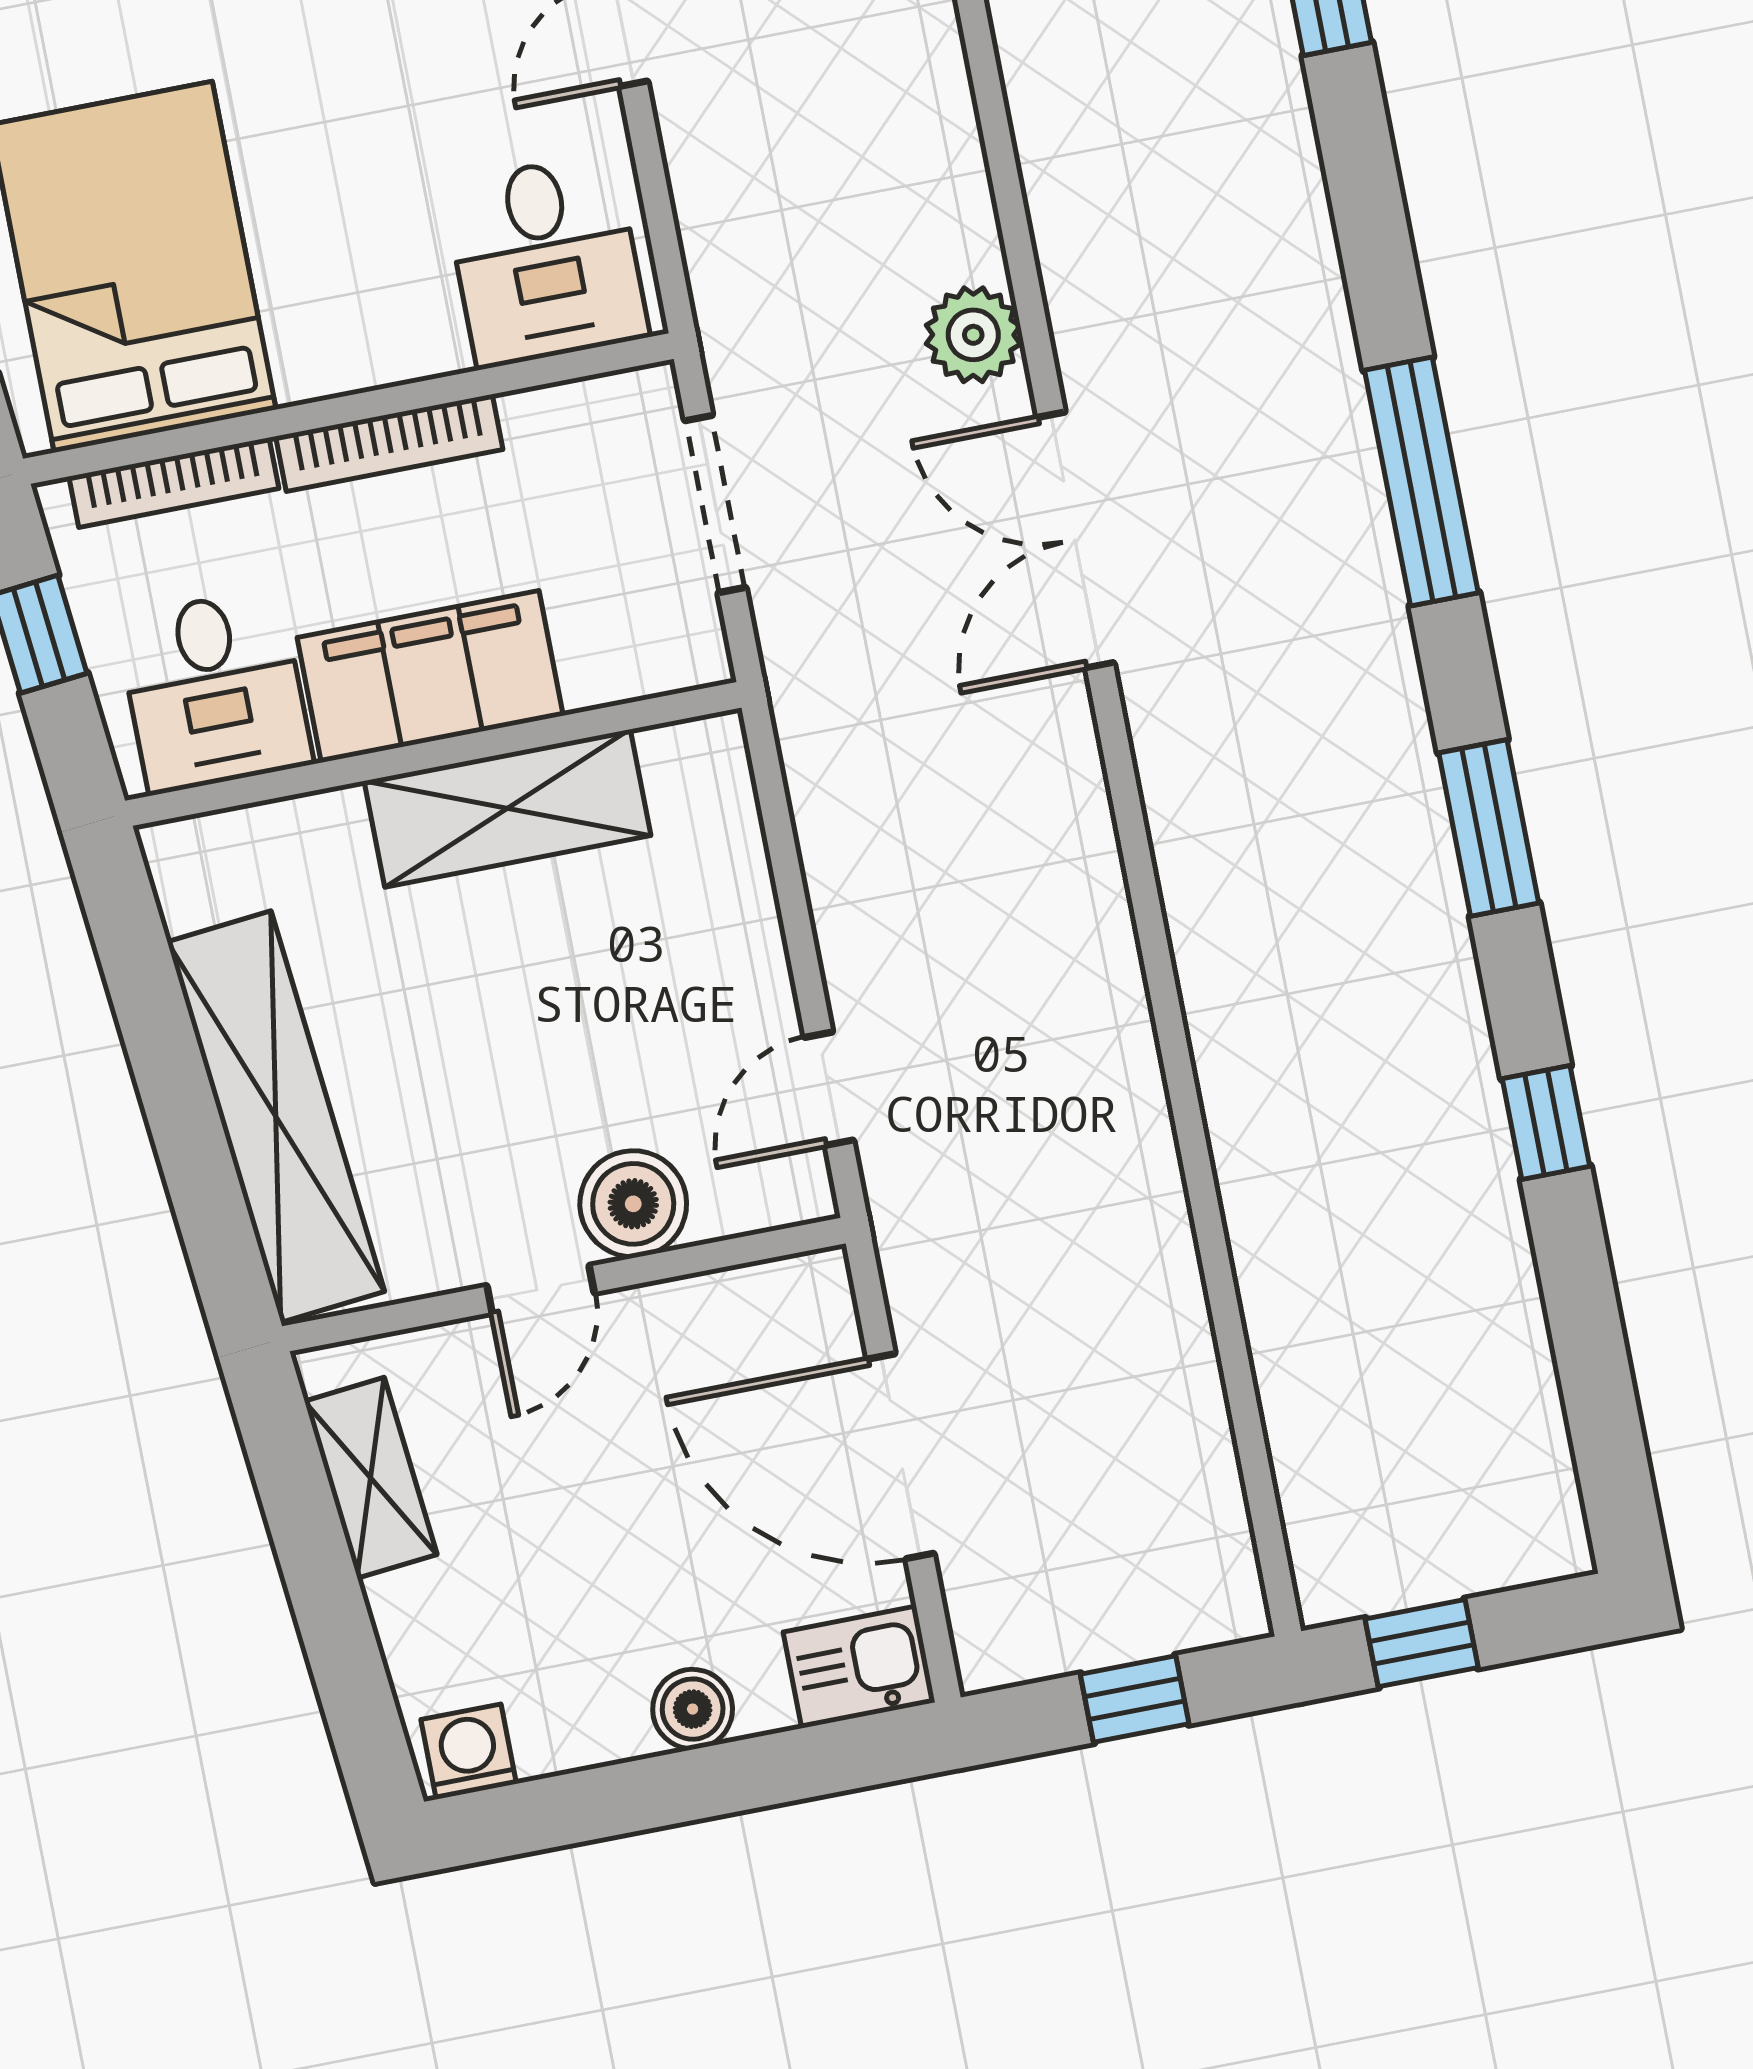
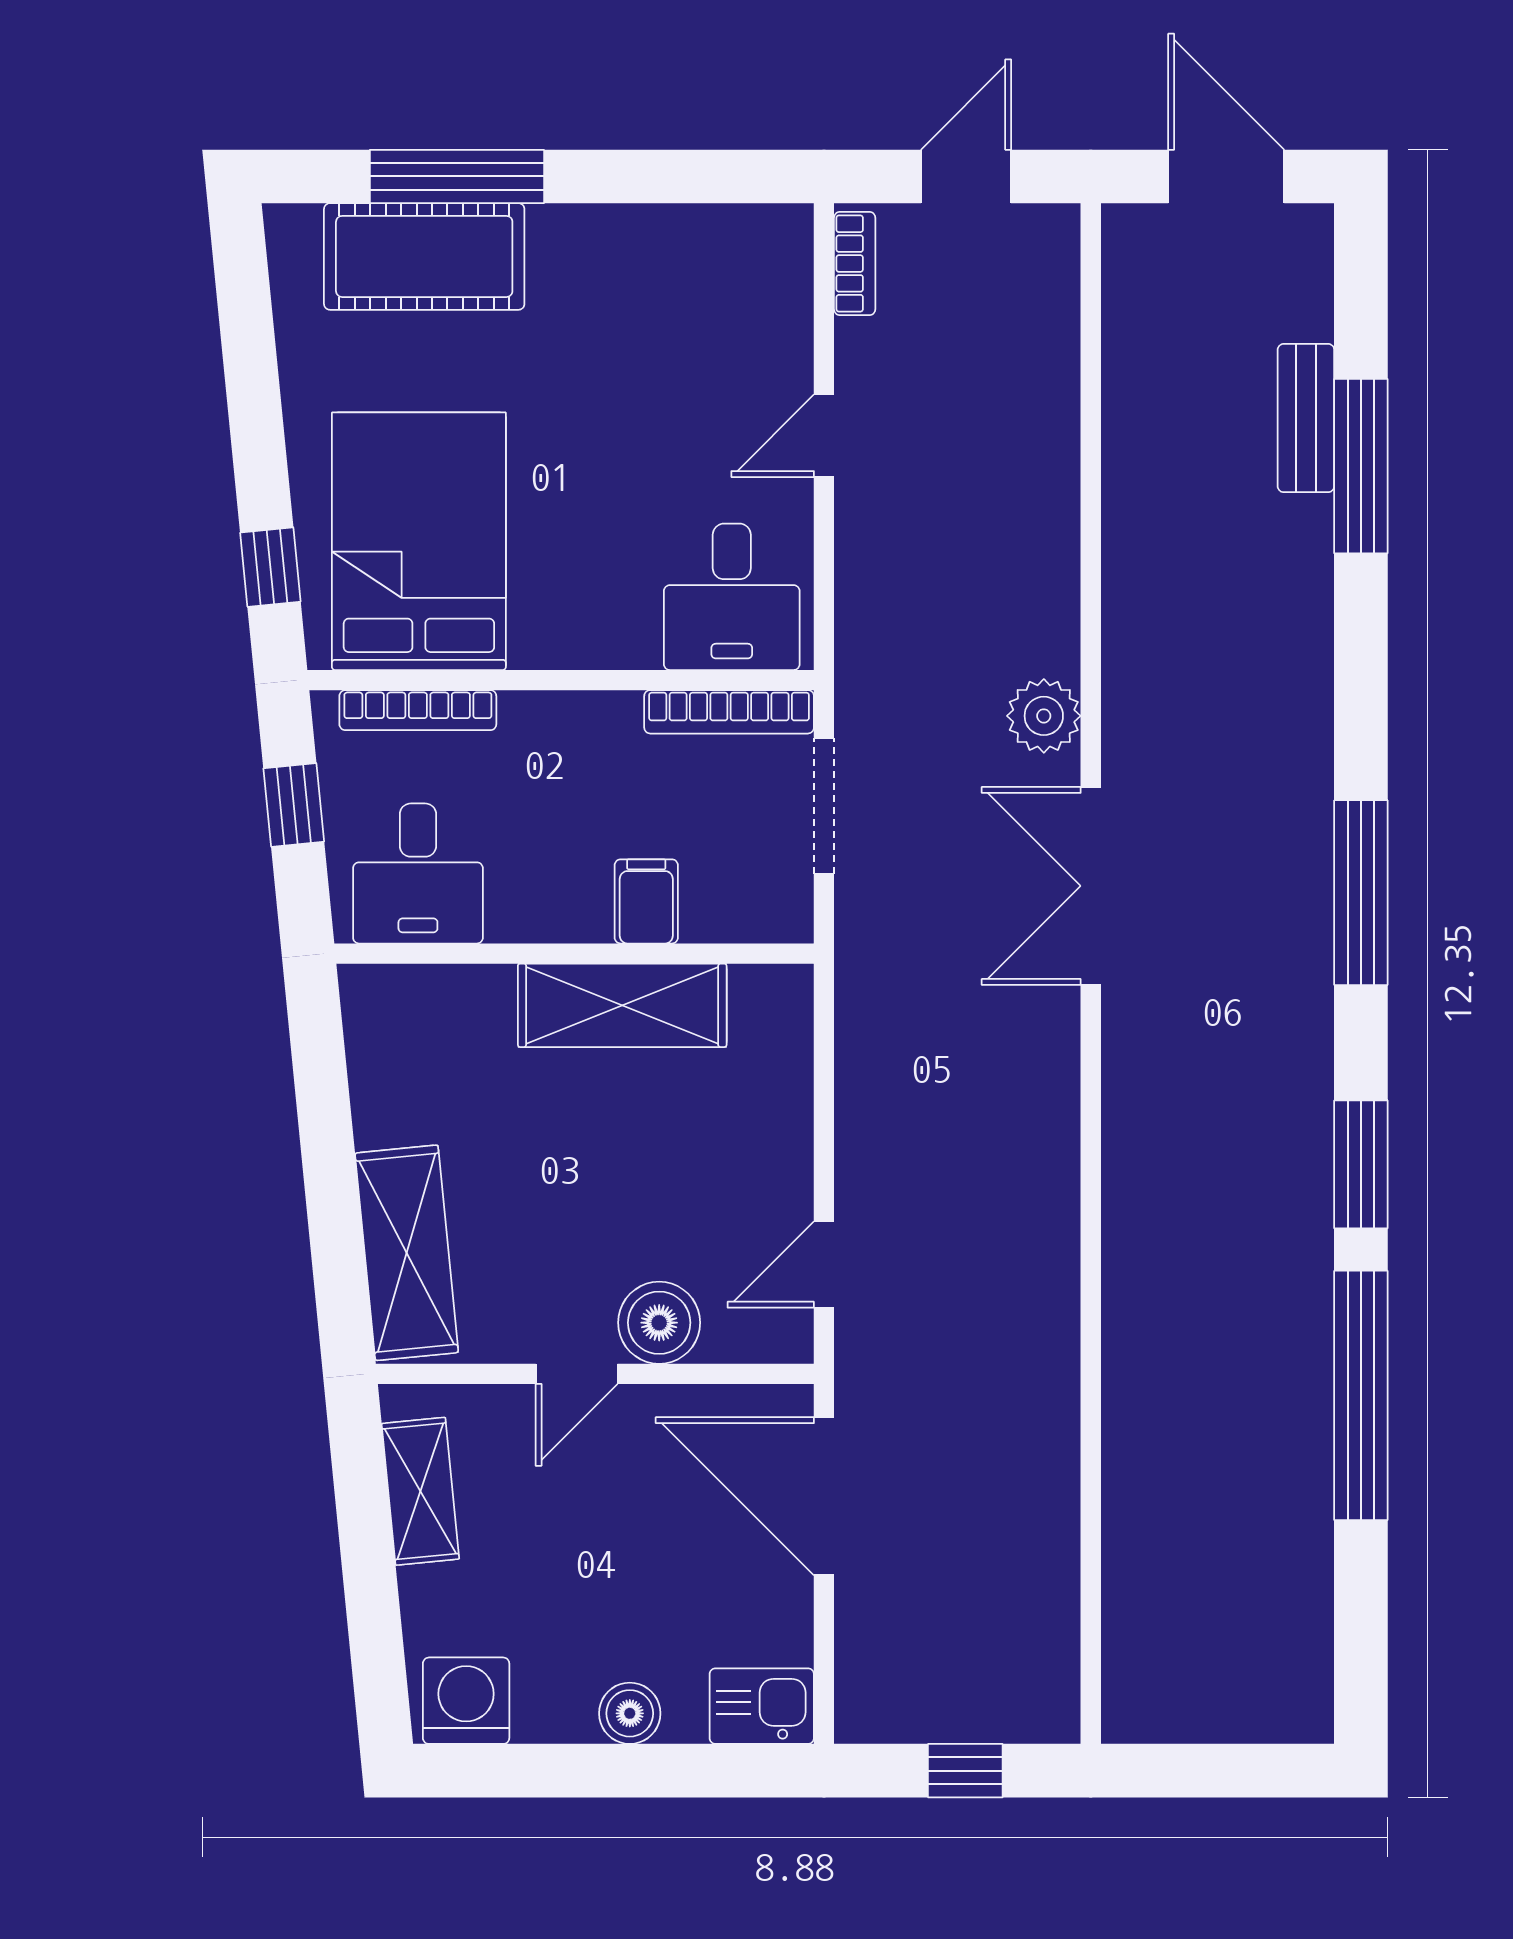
bookcase: (389, 443) -> (729, 712), moved
filing cabinet: (430, 677) -> (646, 901), width x0.33, depth x0.86
shelving: (276, 1117) -> (407, 1253), width x0.68
window: (1546, 1123) -> (1361, 1395), width x3.17
door: (900, 1456) -> (824, 1496), moved
window: (1422, 1643) -> (1190, 1771), removed
washing machine: (469, 1752) -> (466, 1701), width x1.38, depth x1.38

